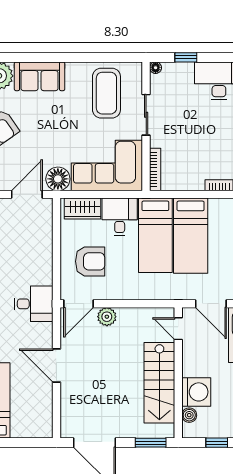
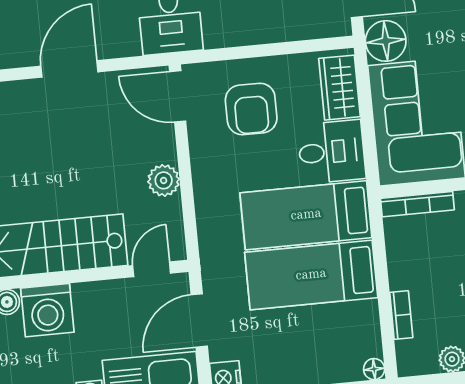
plant: (107, 317) -> (164, 180), moved

